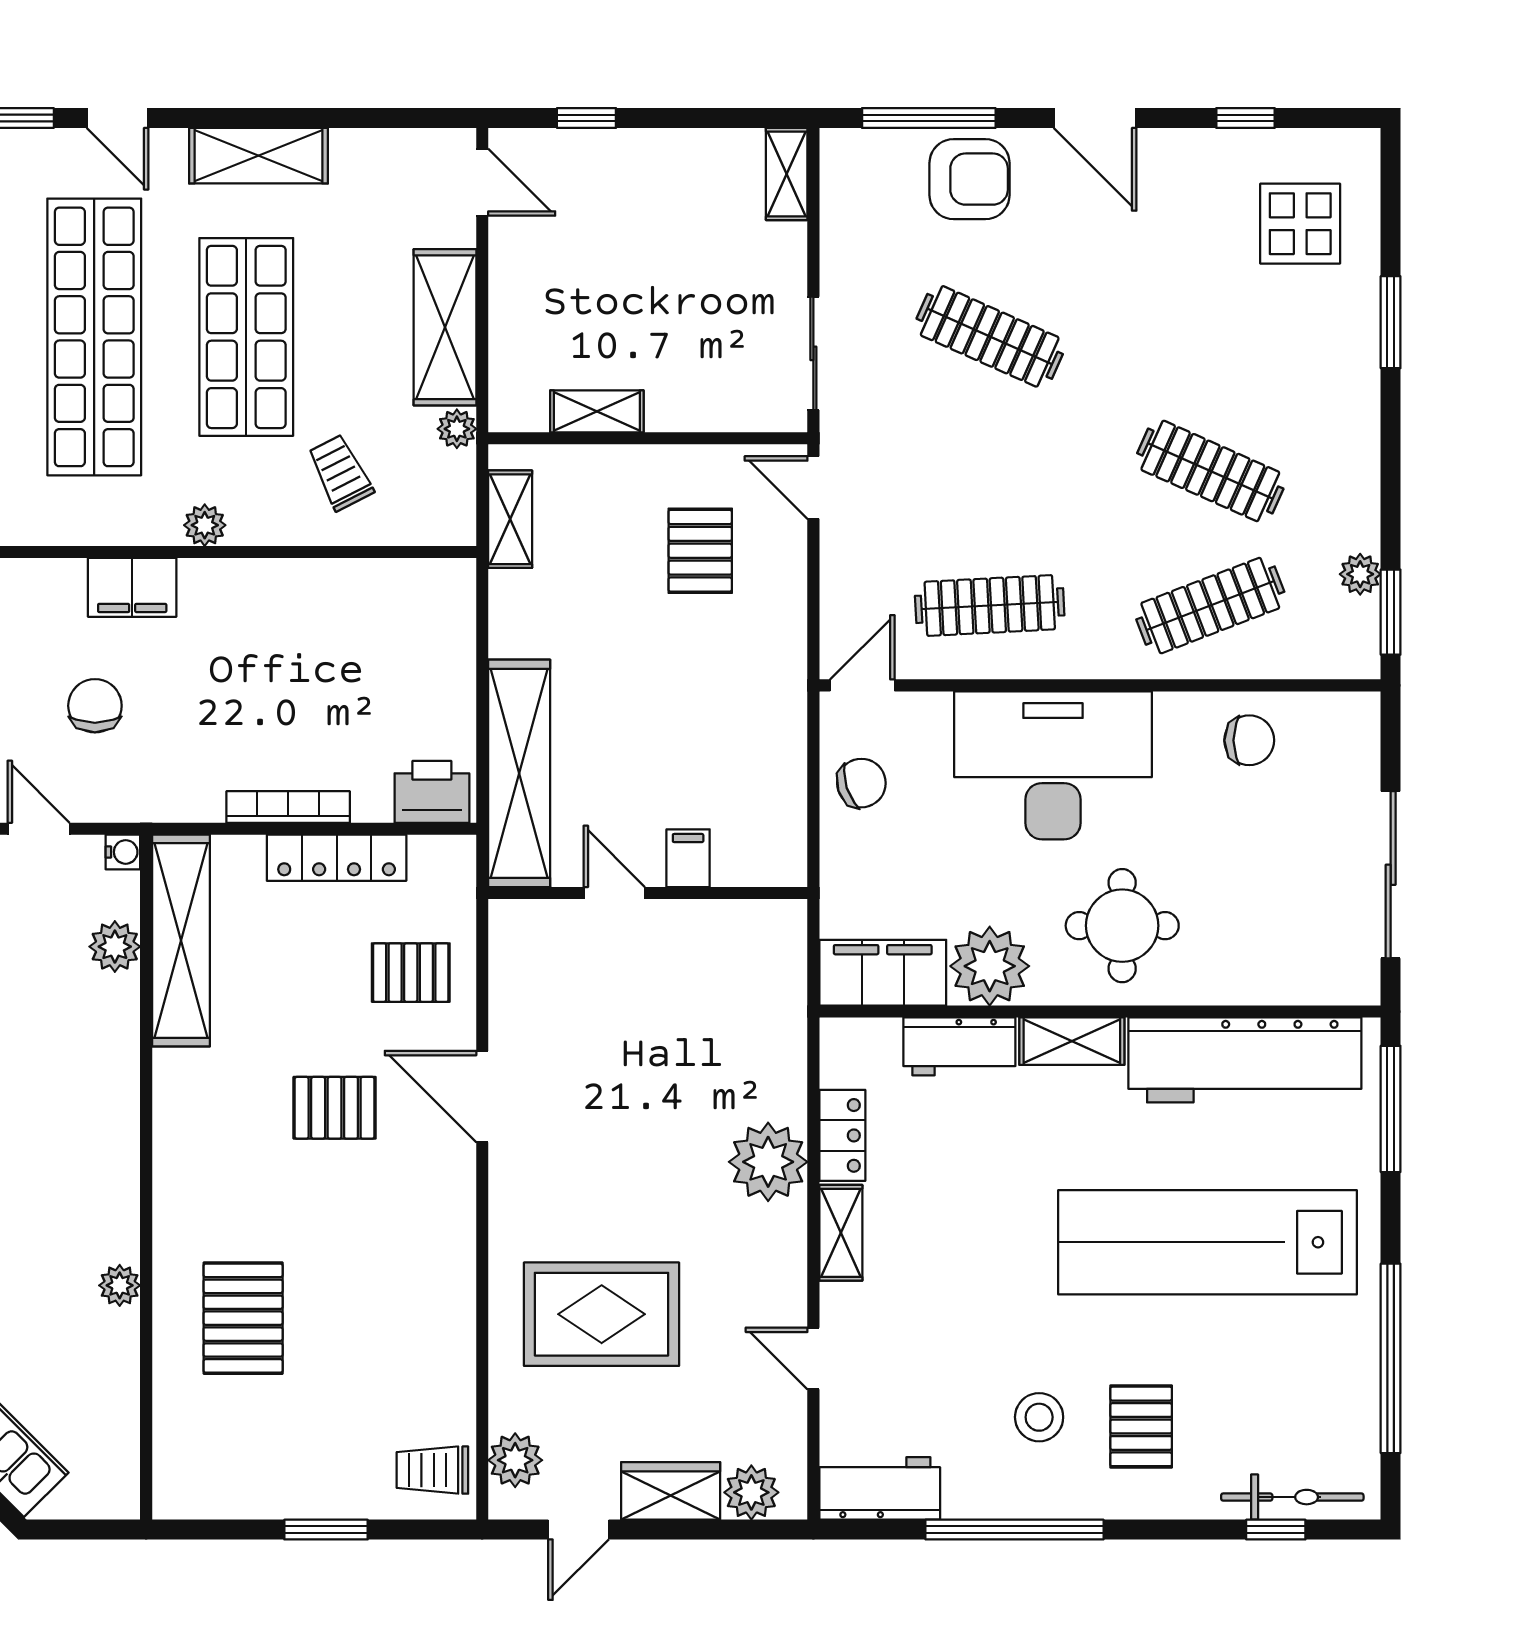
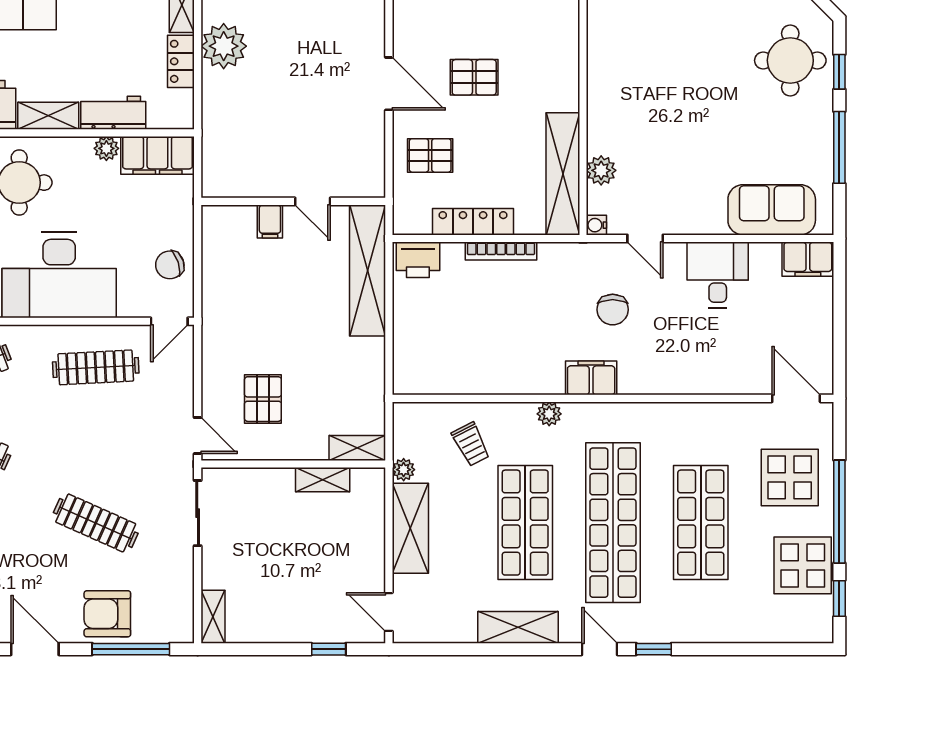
shelving: (510, 519) -> (357, 448), moved, turned 90
plant: (990, 966) -> (106, 148), width x0.53, depth x0.53

